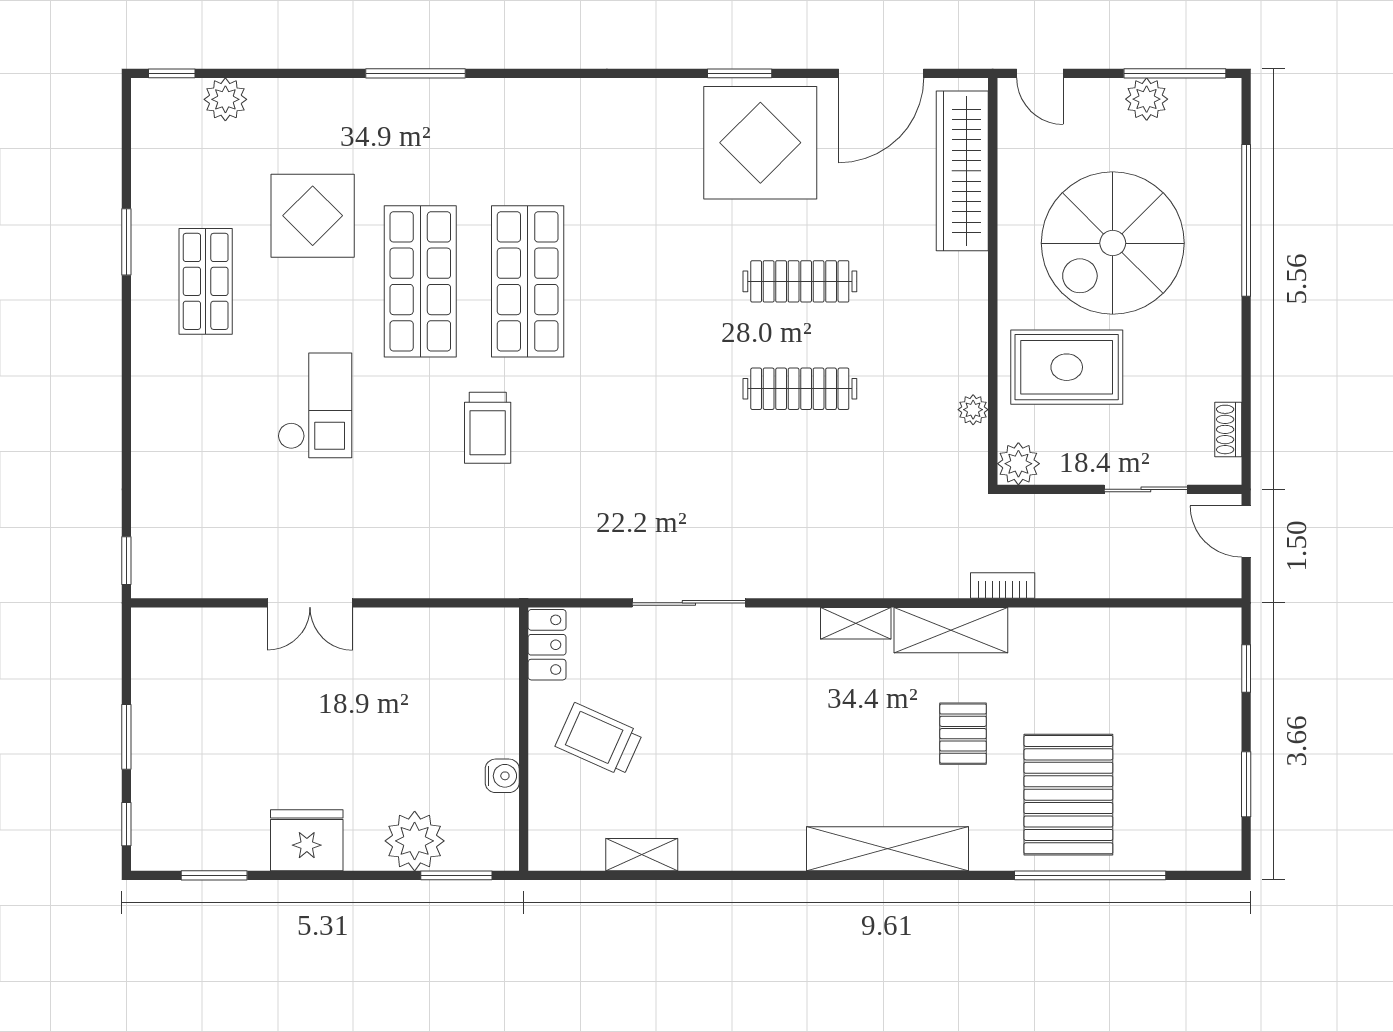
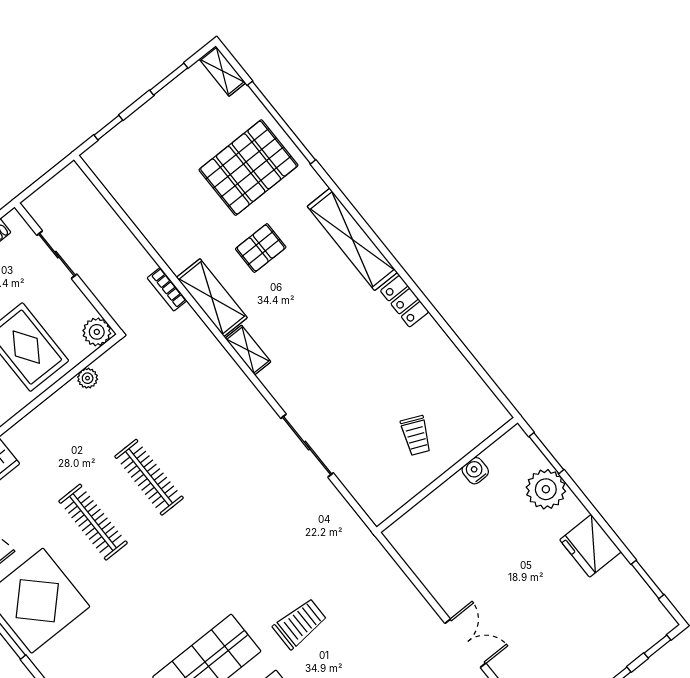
door: (1246, 532) -> (37, 185), removed
locker: (547, 645) -> (405, 301), moved, turned -90
trolley: (599, 740) -> (416, 435), width x0.73, depth x0.72
shelving: (642, 855) -> (222, 71), moved

